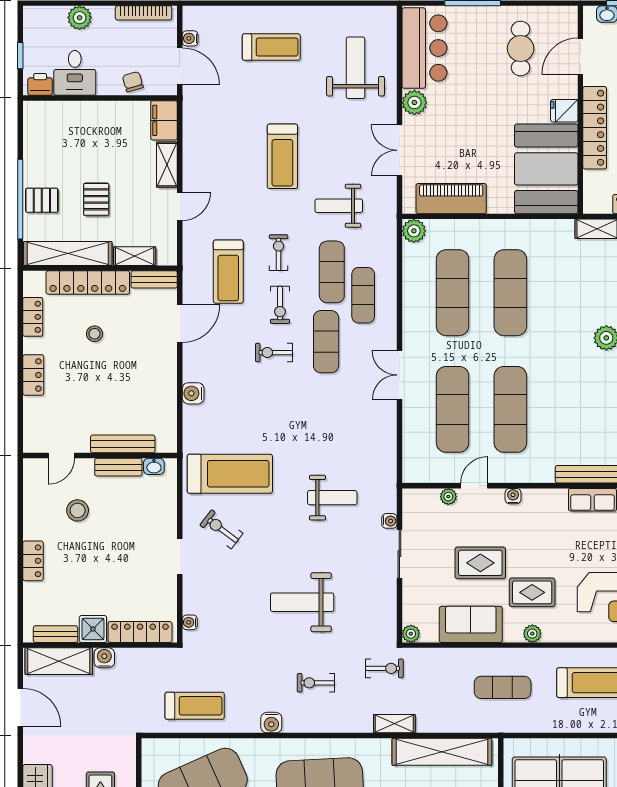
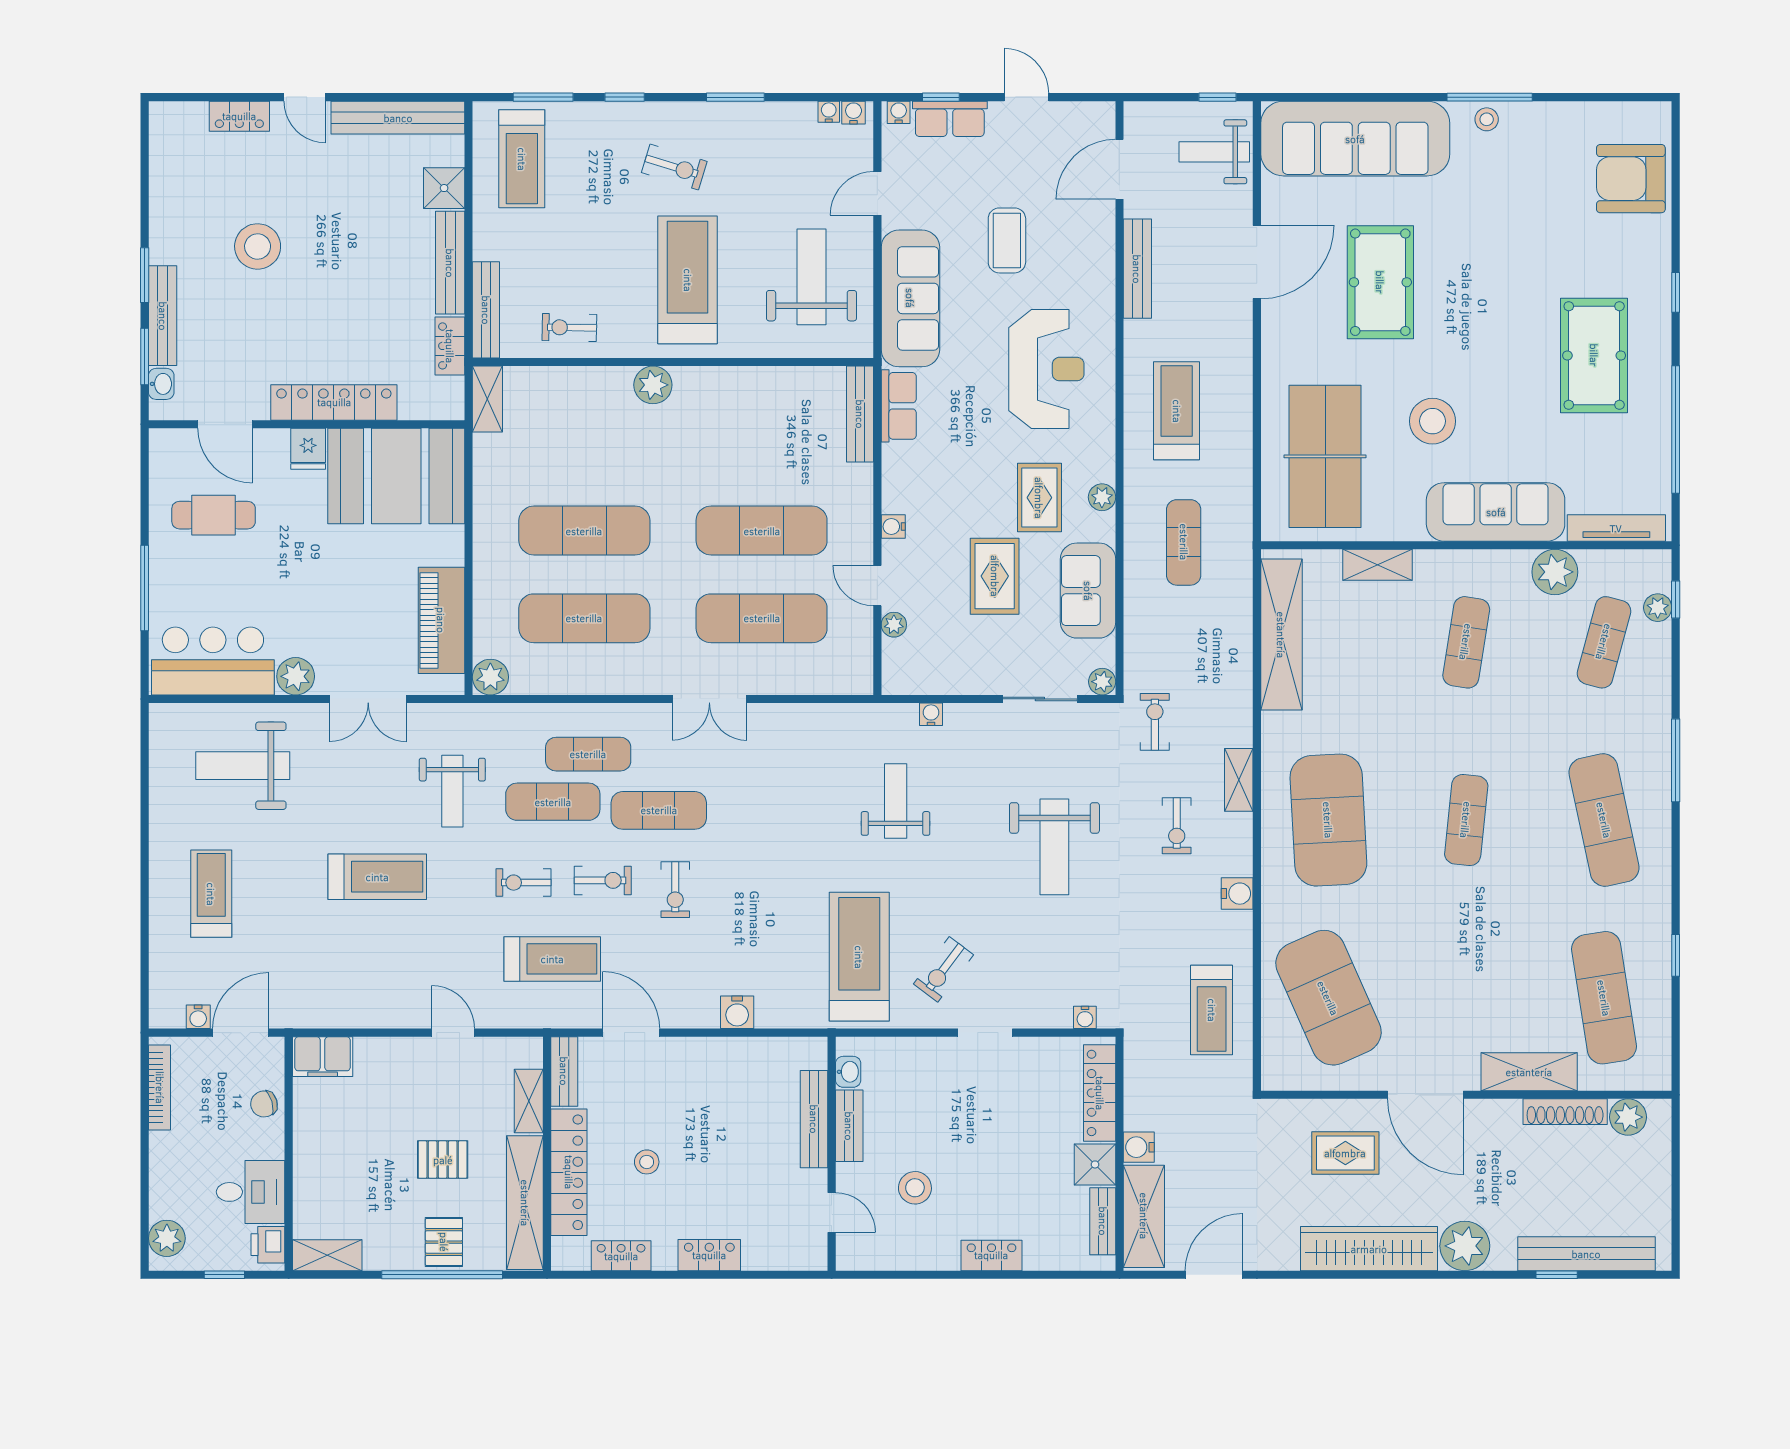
plant: (80, 18) -> (167, 1238), moved
shelving: (167, 165) -> (327, 1255), moved
sliding door: (399, 554) -> (1040, 699), moved
treadmill: (195, 706) -> (1212, 1010), turned 180
shelving: (394, 724) -> (1239, 780), moved

